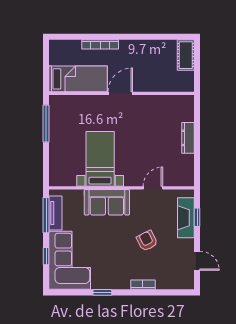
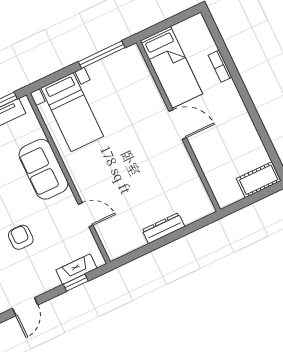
bookcase: (100, 44) -> (220, 66), width x0.64
bed with nightstands: (100, 159) -> (72, 112), moved, turned 90
fireplace: (186, 218) -> (76, 269), width x0.73, depth x0.76
armchair: (147, 241) -> (21, 237), turned -63

